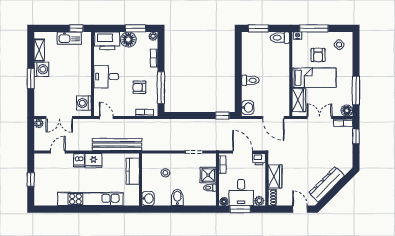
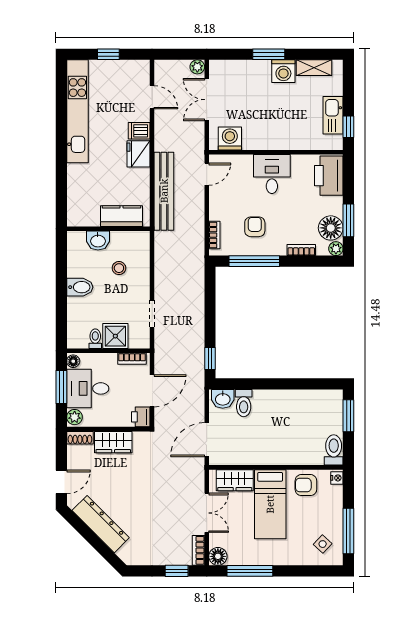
window: (314, 28) -> (348, 531), moved
floor lamp: (128, 40) -> (331, 228), moved
armchair: (318, 55) -> (306, 485), moved
toilet: (250, 80) -> (244, 403), moved
kitchen unit: (90, 199) -> (77, 111), moved
washbasin: (148, 199) -> (98, 241), moved

